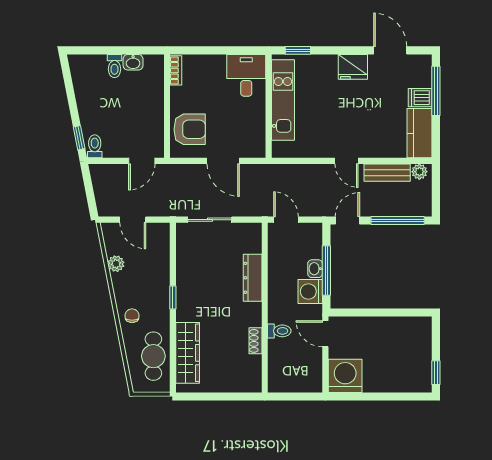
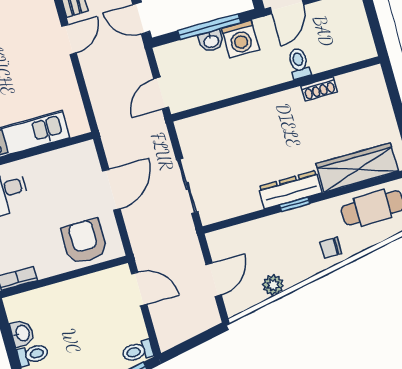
dresser: (253, 278) -> (290, 190), moved, turned 180

